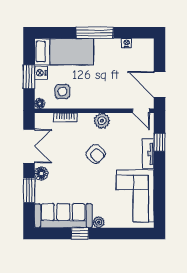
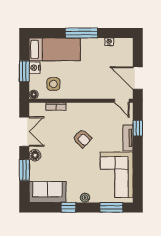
plant: (102, 121) -> (88, 109), removed
sofa: (63, 216) -> (48, 192), width x0.73
window: (129, 233) -> (111, 207), added

